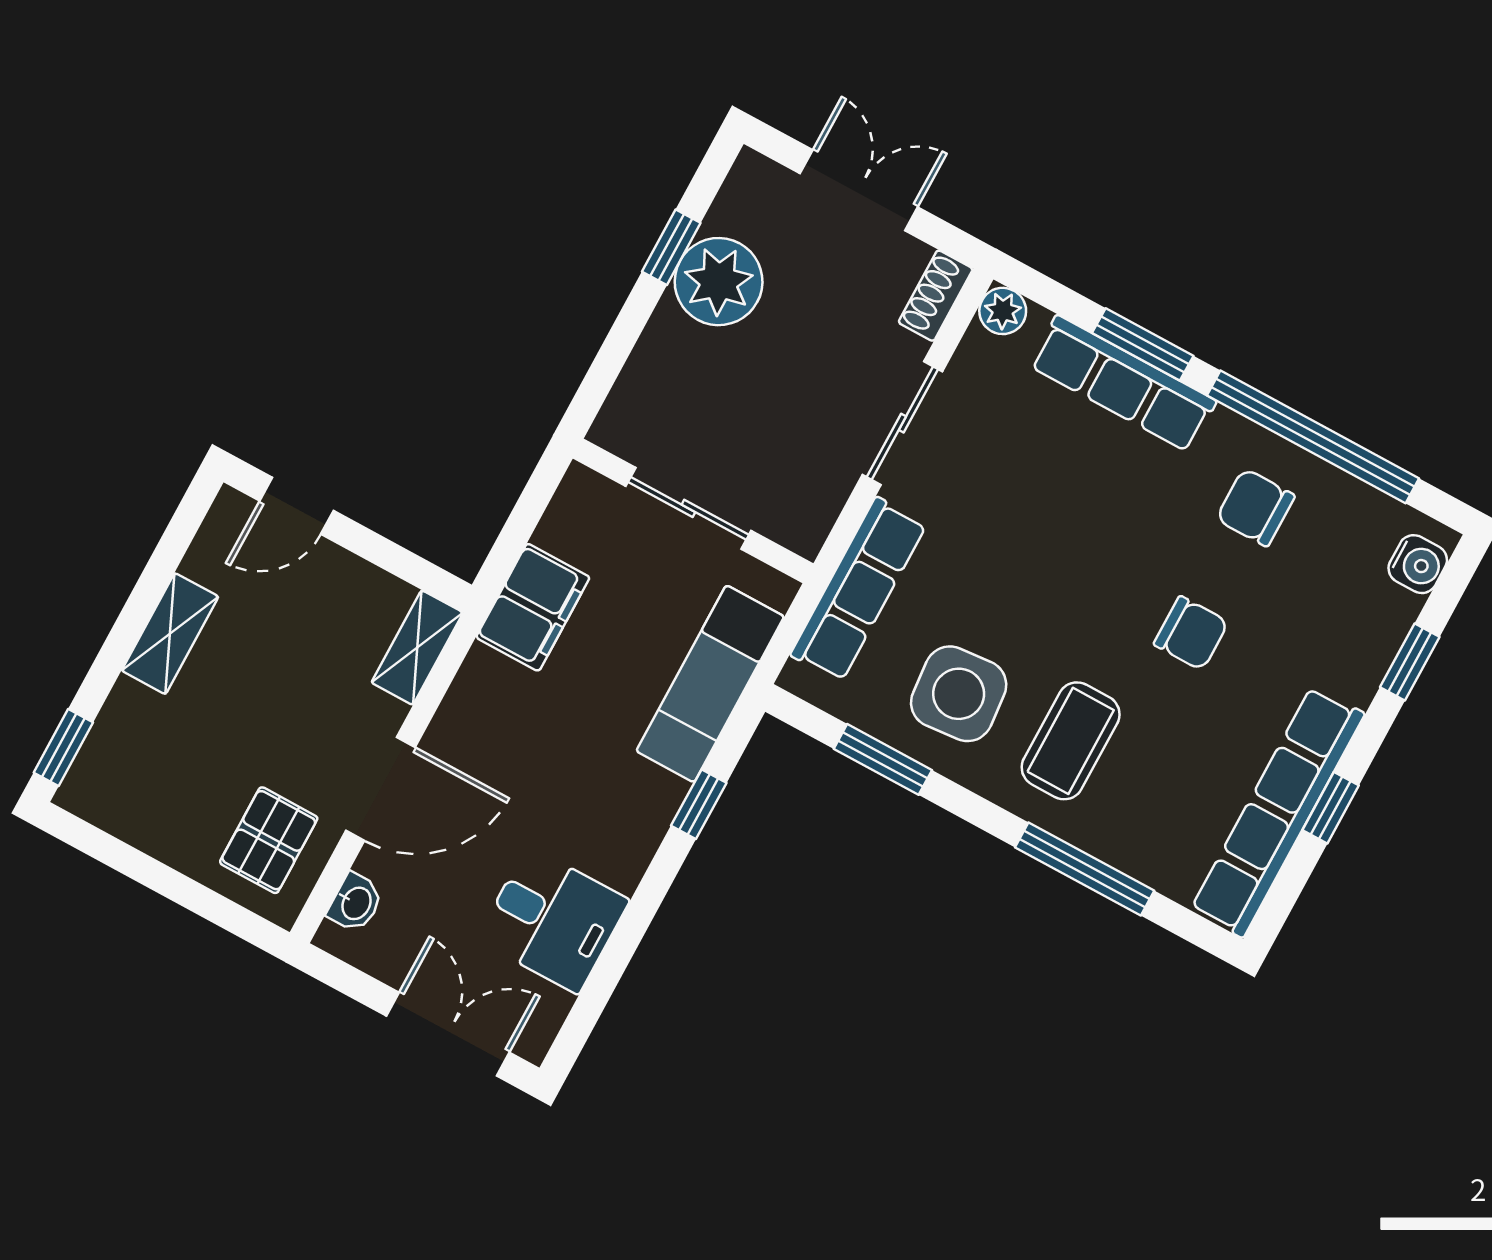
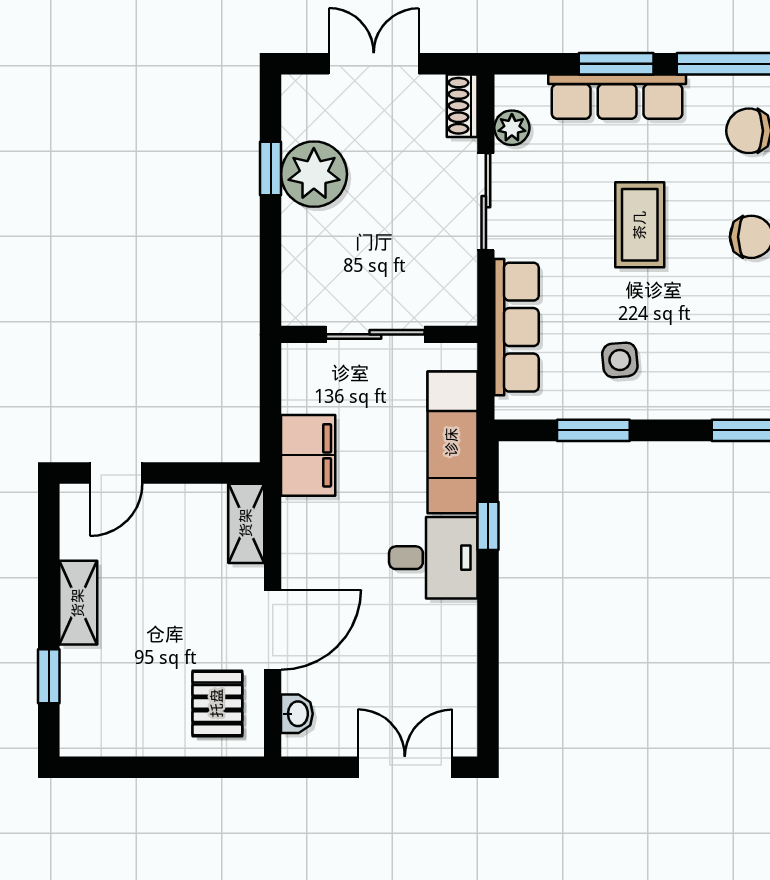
plant: (1003, 311) -> (512, 128), moved
side table: (959, 694) -> (620, 360), width x0.54, depth x0.54
coffee table: (1071, 741) -> (640, 225), moved
window: (63, 748) -> (49, 676), moved
desk: (553, 920) -> (433, 558), moved

